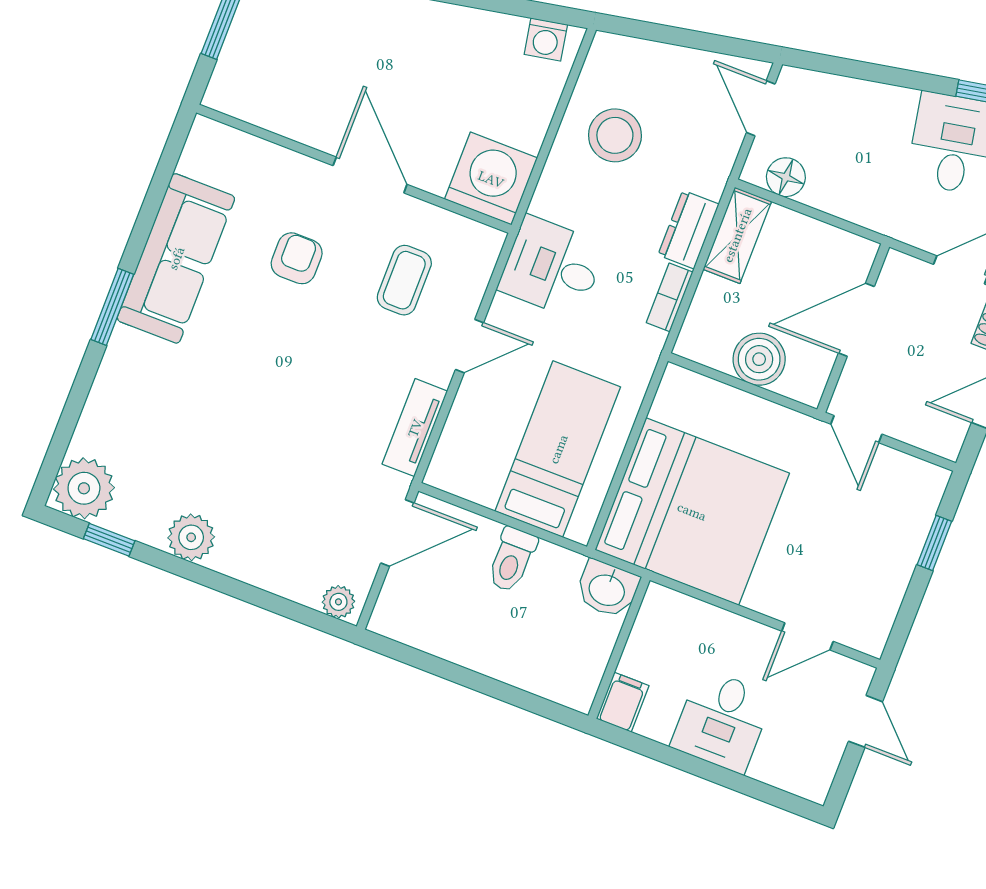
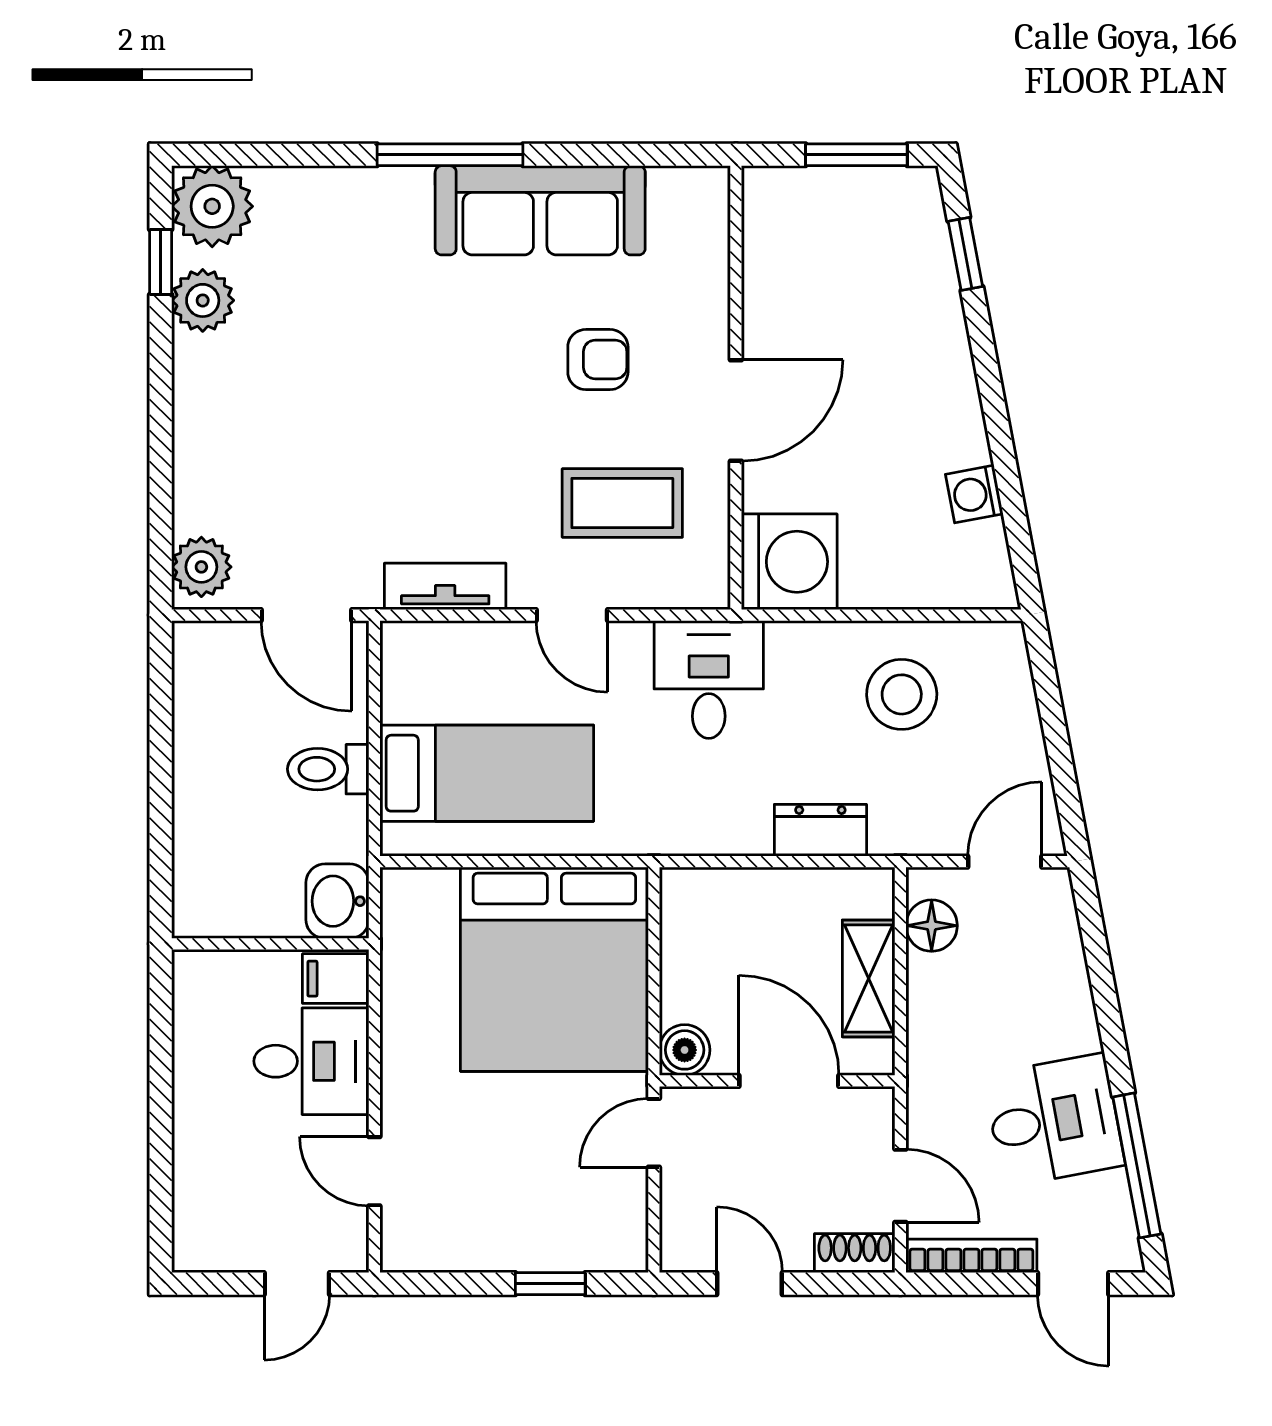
washing machine: (546, 40) -> (974, 494), moved
shelving: (737, 235) -> (869, 978), moved, turned 90
coffee table: (404, 280) -> (622, 503), width x1.36, depth x1.30
bookcase: (670, 297) -> (728, 839), removed
window: (112, 307) -> (450, 155), width x1.44
boiler: (759, 359) -> (685, 1050), moved, width x0.73, depth x0.73
bed: (692, 511) -> (554, 969), moved
plant: (191, 537) -> (203, 300), moved
plant: (338, 602) -> (201, 567), width x1.38, depth x1.38
filing cabinet: (623, 702) -> (336, 979), moved, turned 180
desk: (722, 721) -> (311, 1061), moved, turned 180

